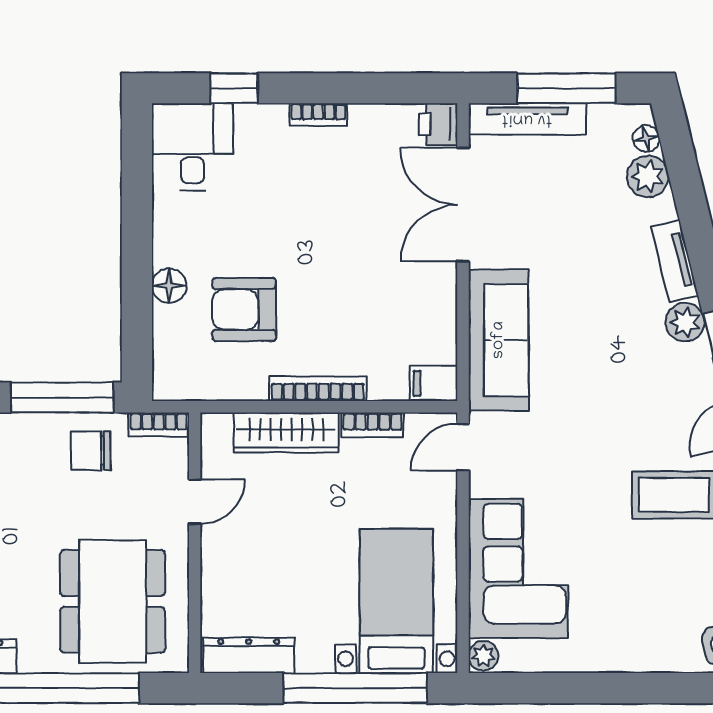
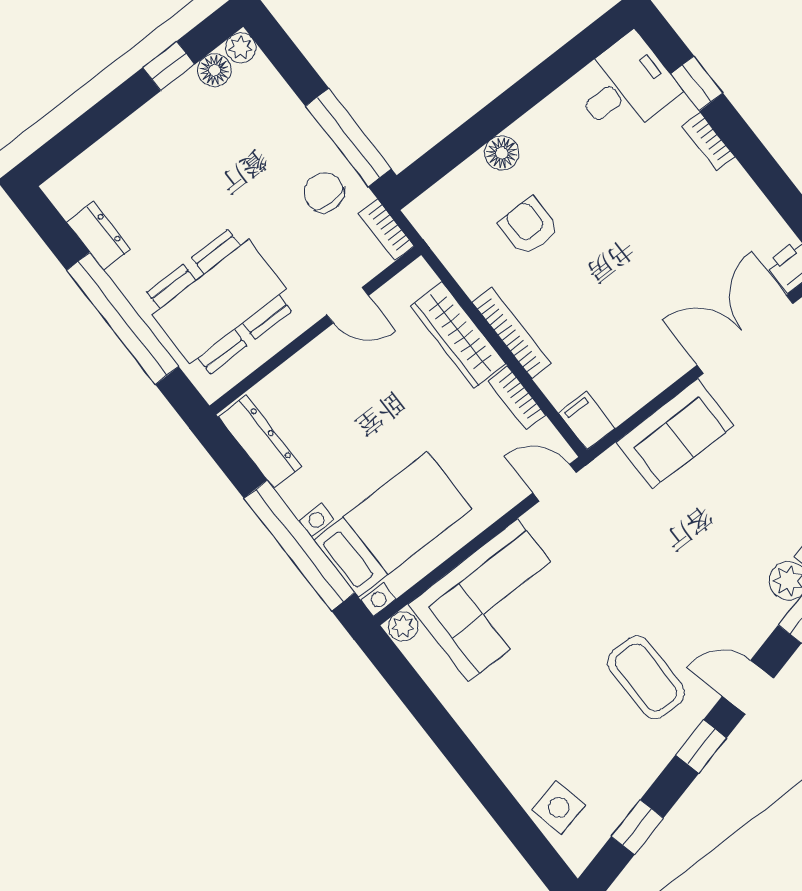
bookcase: (318, 115) -> (708, 141), moved
armchair: (244, 309) -> (529, 227), width x0.72, depth x0.72
sofa: (499, 340) -> (675, 434), width x0.73

